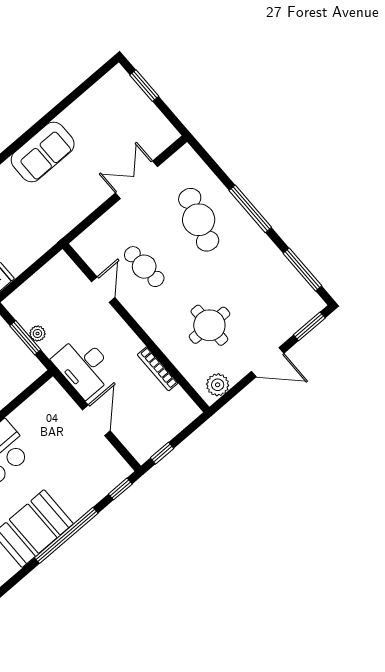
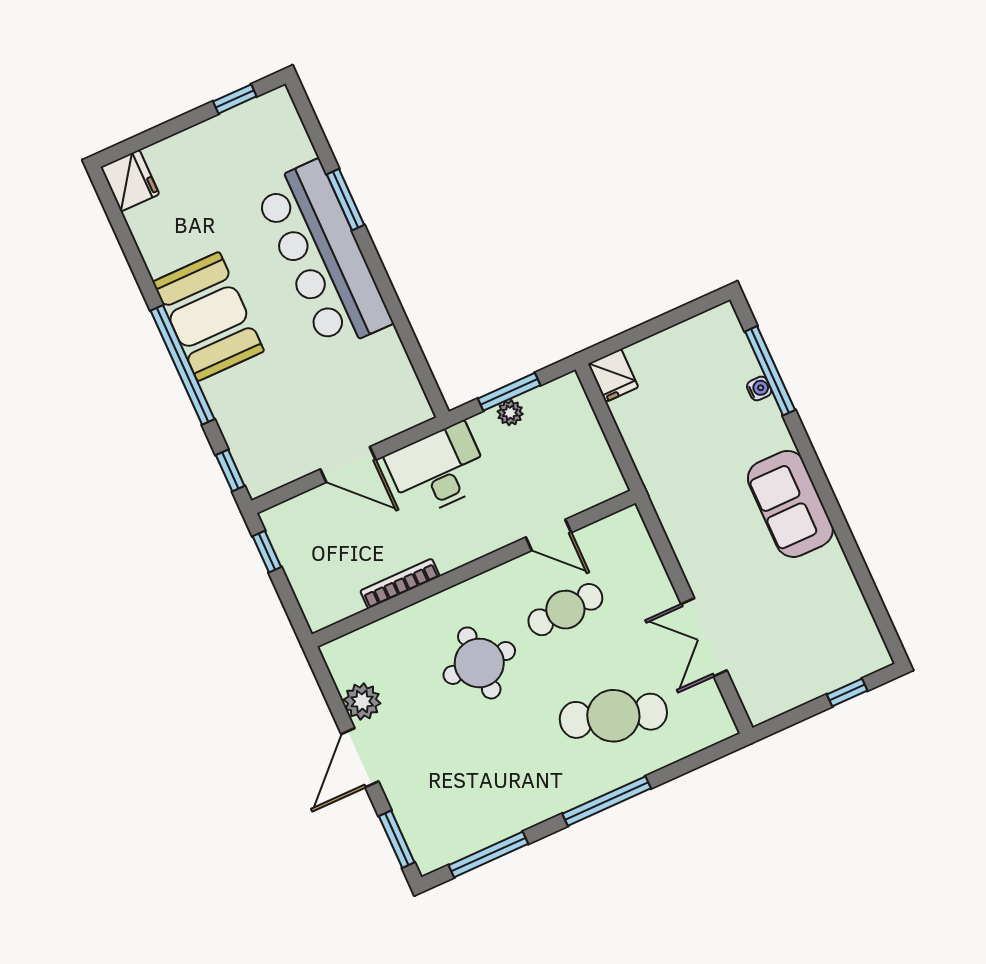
window: (144, 86) -> (847, 692), width x0.67
double door: (136, 180) -> (704, 637), swing flipped
round table: (209, 325) -> (479, 663), moved
plant: (218, 385) -> (362, 701), moved

